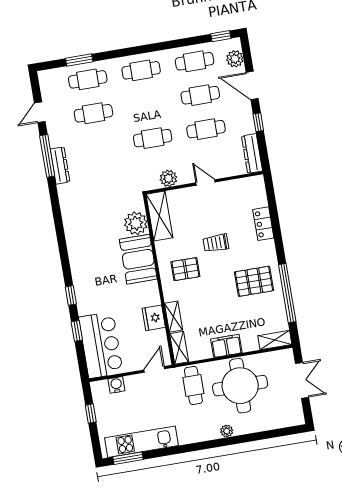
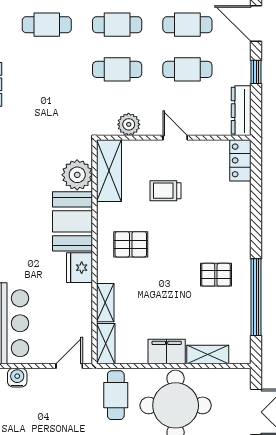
cafe table: (147, 104) -> (117, 25), added
locker: (263, 224) -> (240, 160), moved
trolley: (216, 243) -> (165, 191), moved
pallet: (254, 281) -> (216, 275), width x0.67, depth x0.71
fridge: (154, 318) -> (80, 268), moved
shelving: (275, 340) -> (208, 355), moved

